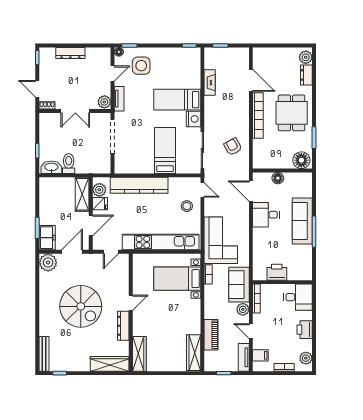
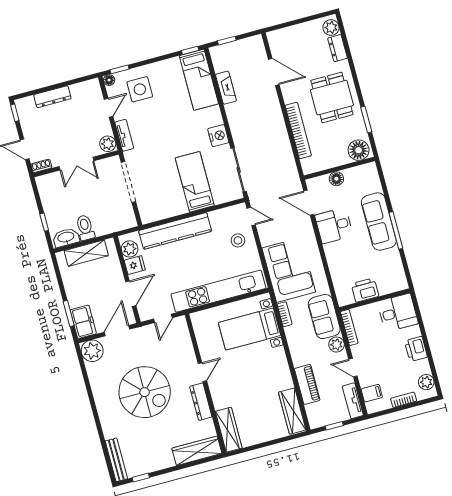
bed: (177, 100) -> (199, 80), moved, turned -90
bookcase: (258, 115) -> (298, 130), moved
armchair: (233, 147) -> (273, 156), removed
shelving: (82, 194) -> (86, 253), moved, turned 90

